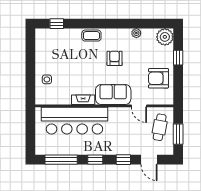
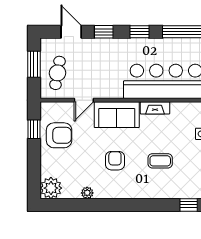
coffee table: (91, 36) -> (160, 161), moved
armchair: (115, 58) -> (115, 161), turned 180
window: (178, 58) -> (34, 129), moved
door: (139, 106) -> (84, 100), swing flipped

